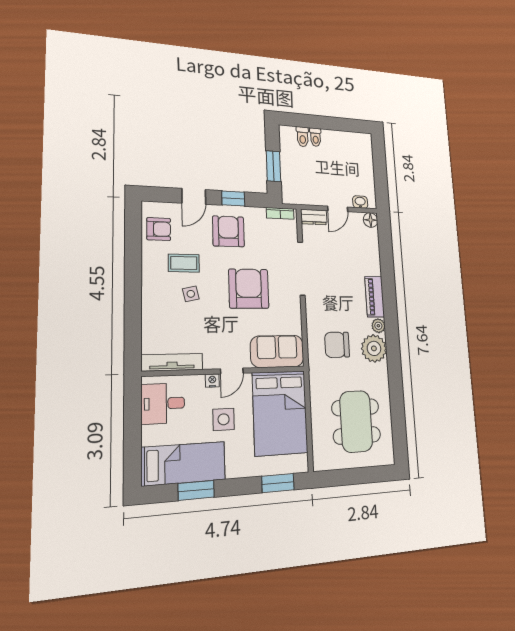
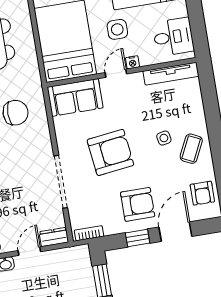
door: (194, 196) -> (175, 232), width x1.38
armchair: (159, 229) -> (202, 193), turned -90
armchair: (228, 231) -> (138, 204), turned -90
coffee table: (184, 263) -> (191, 149), moved, turned -64
armchair: (249, 289) -> (110, 152), turned -97

